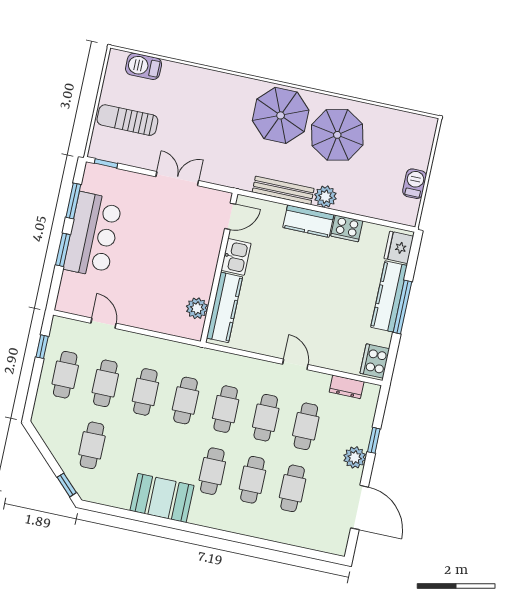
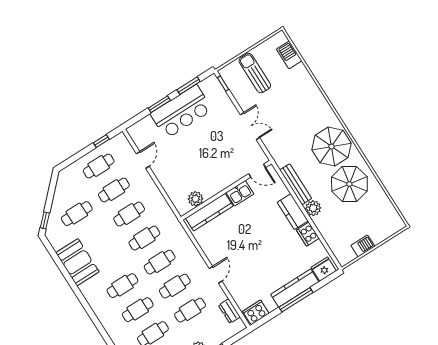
booth: (162, 498) -> (77, 262), moved

